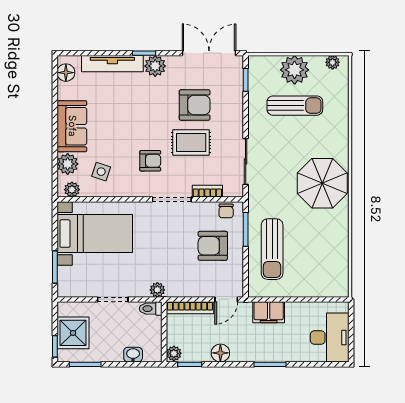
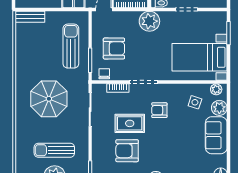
parasol: (322, 183) -> (49, 99), moved
bench: (329, 289) -> (30, 17), added
plant: (157, 290) -> (149, 21), width x1.87, depth x1.87

